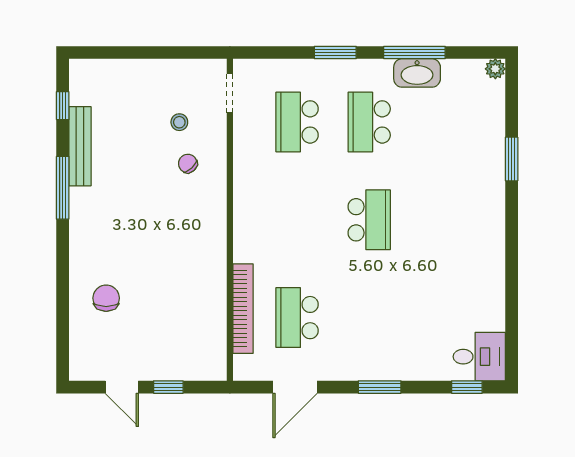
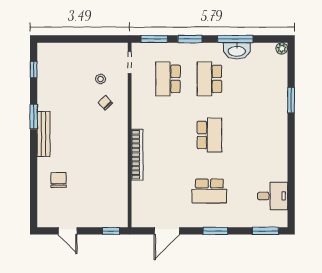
window: (273, 52) -> (154, 39), added
bench: (80, 146) -> (44, 134), moved
window: (63, 188) -> (34, 117), width x0.69
bookcase: (243, 309) -> (137, 155), moved
school desk: (297, 318) -> (209, 191), moved, turned -90
desk: (479, 357) -> (273, 196), moved
window: (168, 387) -> (111, 231), moved
window: (467, 387) -> (265, 231), width x1.50

